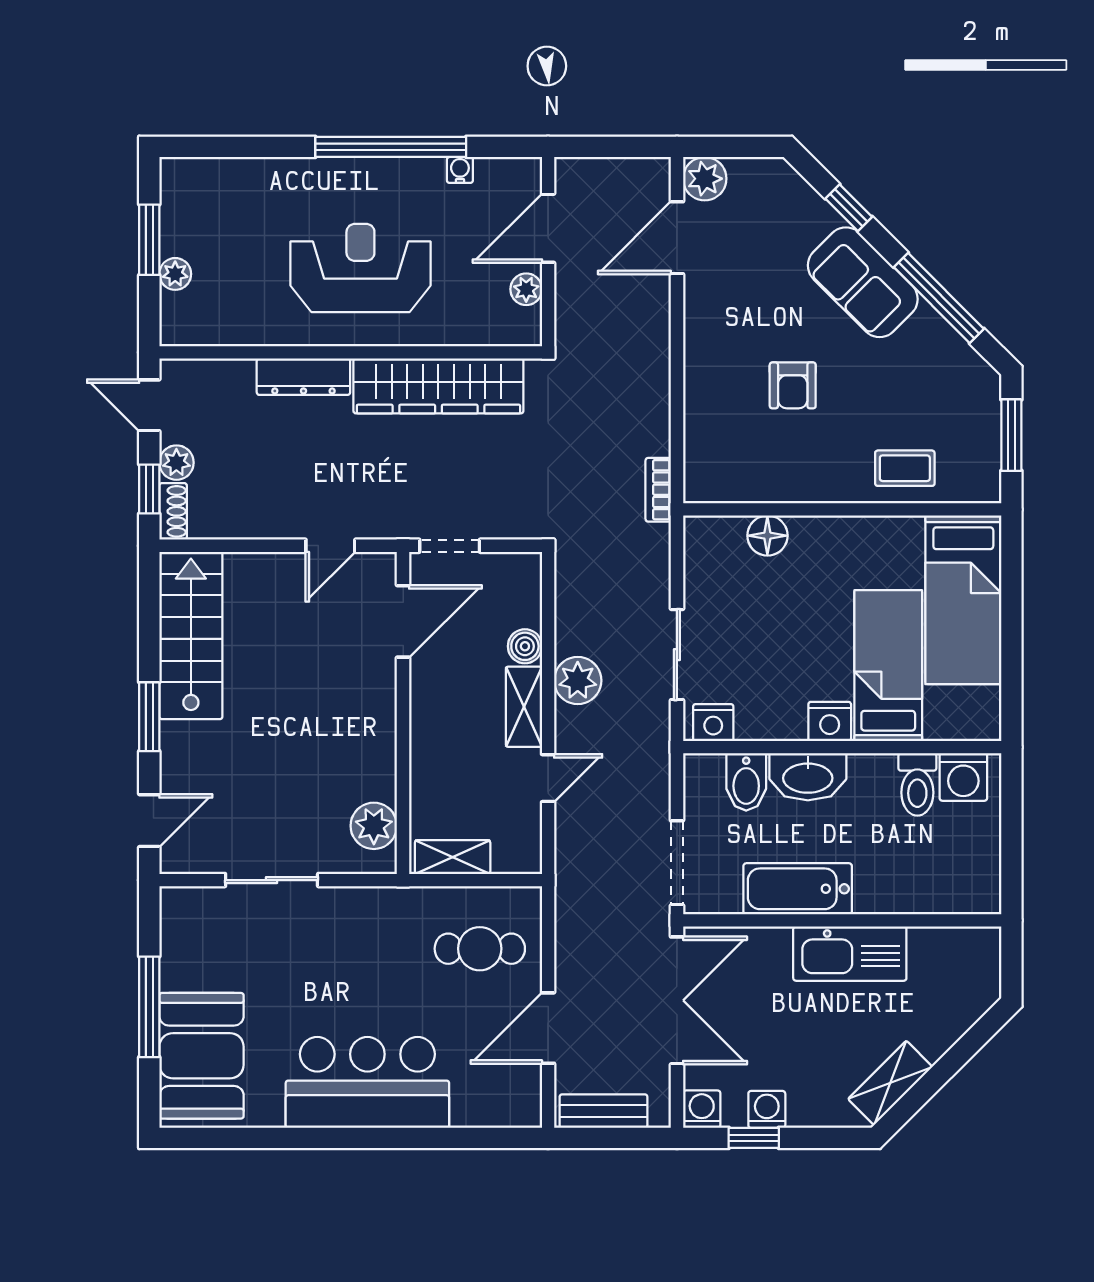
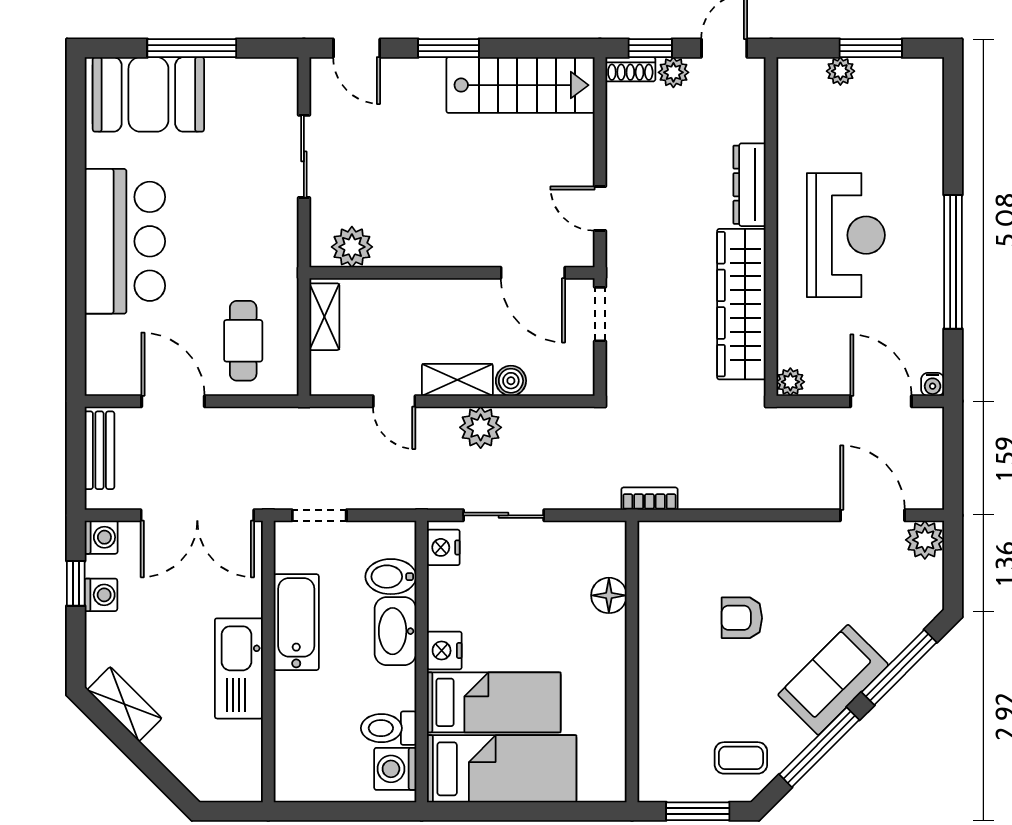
water cooler: (460, 170) -> (933, 384), moved, turned 90
window: (849, 208) -> (899, 667), width x2.17
plant: (526, 289) -> (790, 382), moved
coffee table: (905, 468) -> (741, 758), moved, turned 90
bed: (963, 600) -> (502, 769), moved, turned 180
doorway: (677, 863) -> (319, 515), width x0.73

